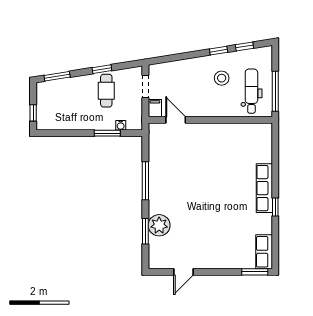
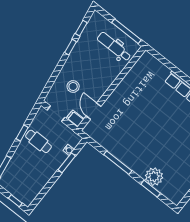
stool: (222, 78) -> (73, 86), moved
door: (176, 120) -> (93, 111), hinge flipped

